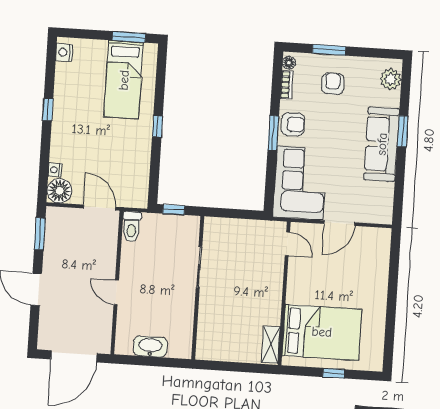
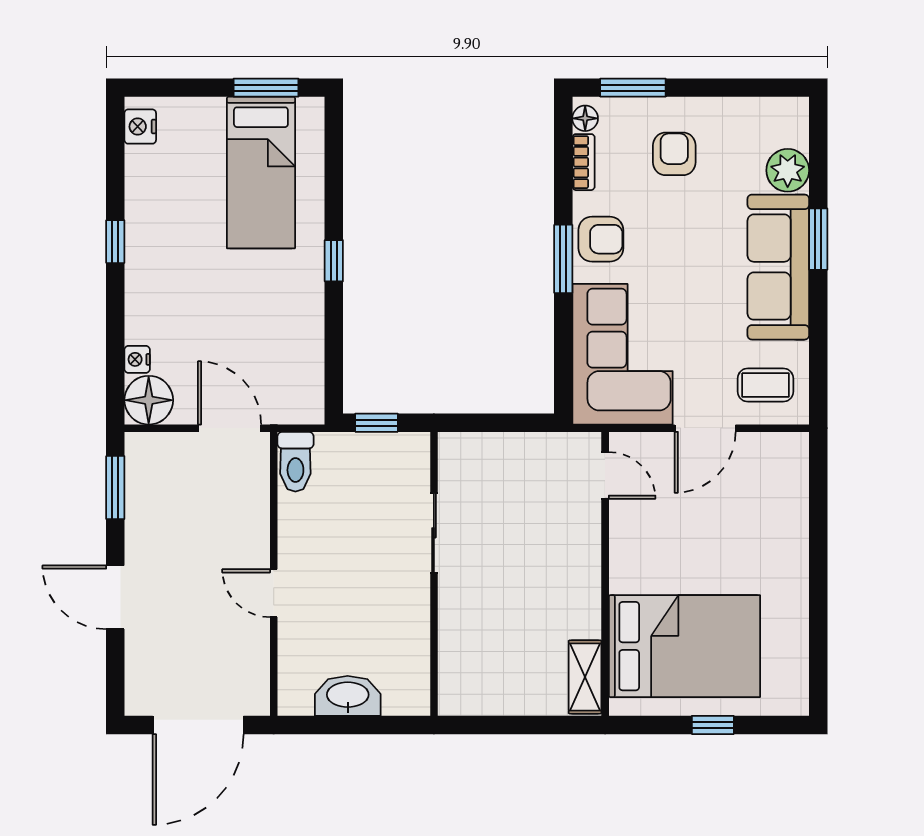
window: (329, 50) -> (633, 88), moved
plant: (391, 79) -> (788, 170), moved
coffee table: (371, 203) -> (765, 385), added

